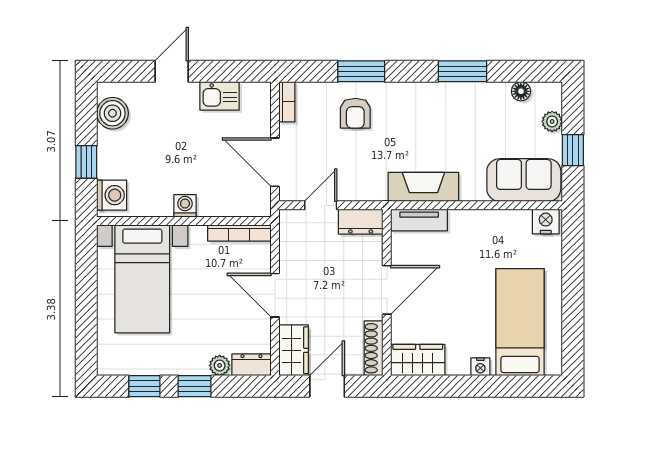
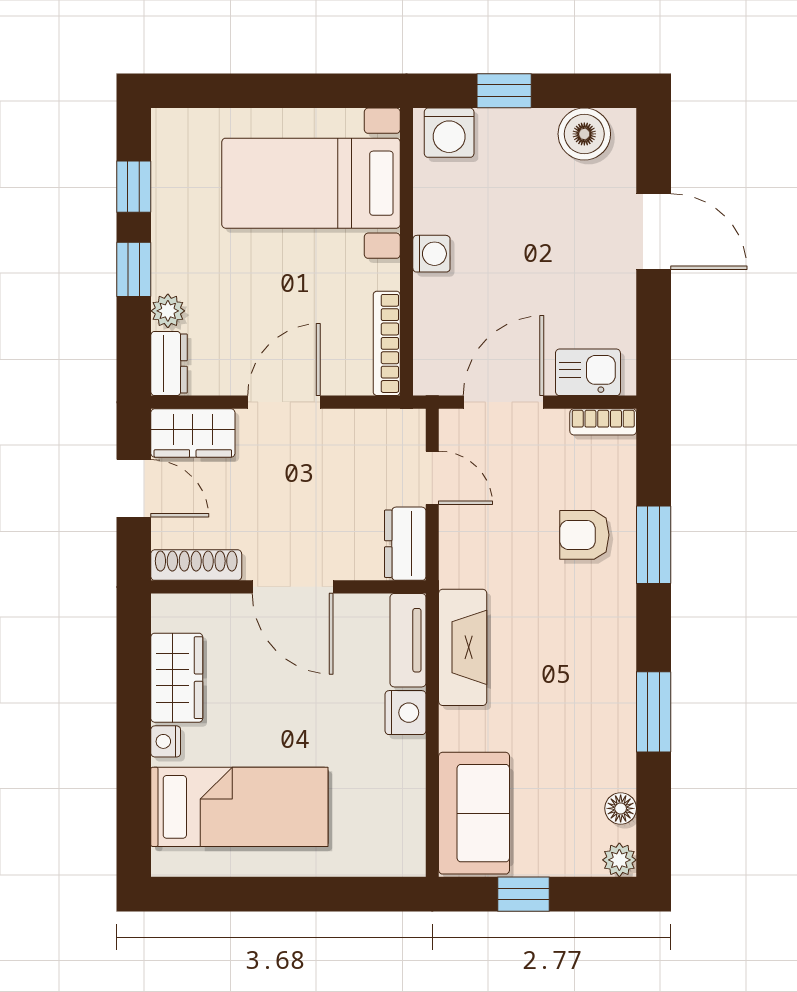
door: (172, 71) -> (654, 232), width x1.38
kitchen sink: (220, 96) -> (588, 372), moved, turned 90
plant: (552, 121) -> (619, 860), moved
nightstand: (546, 222) -> (405, 713), moved
wardrobe: (418, 360) -> (177, 678), moved

